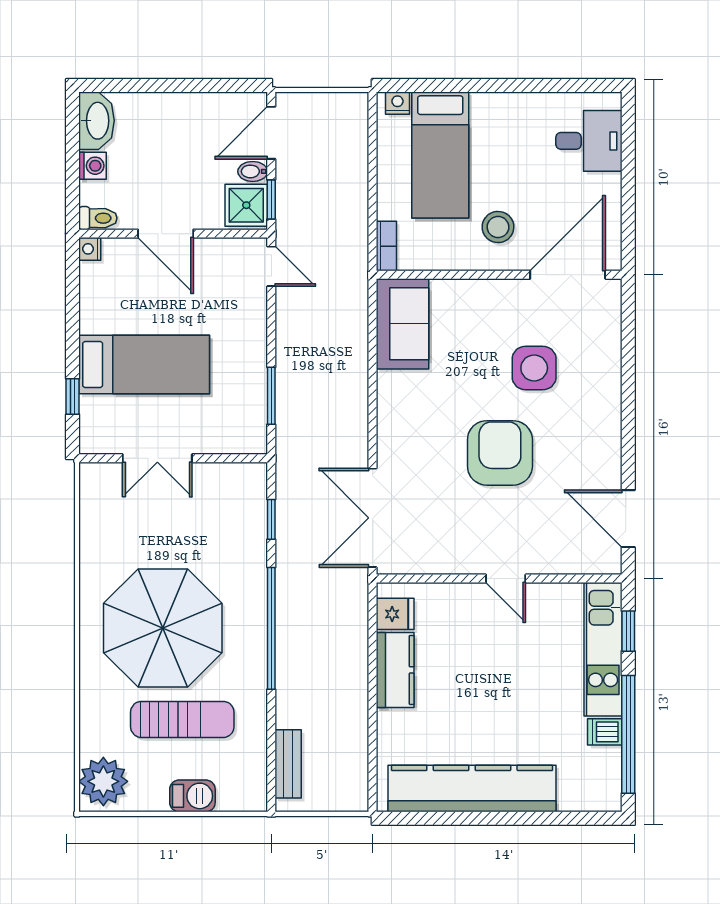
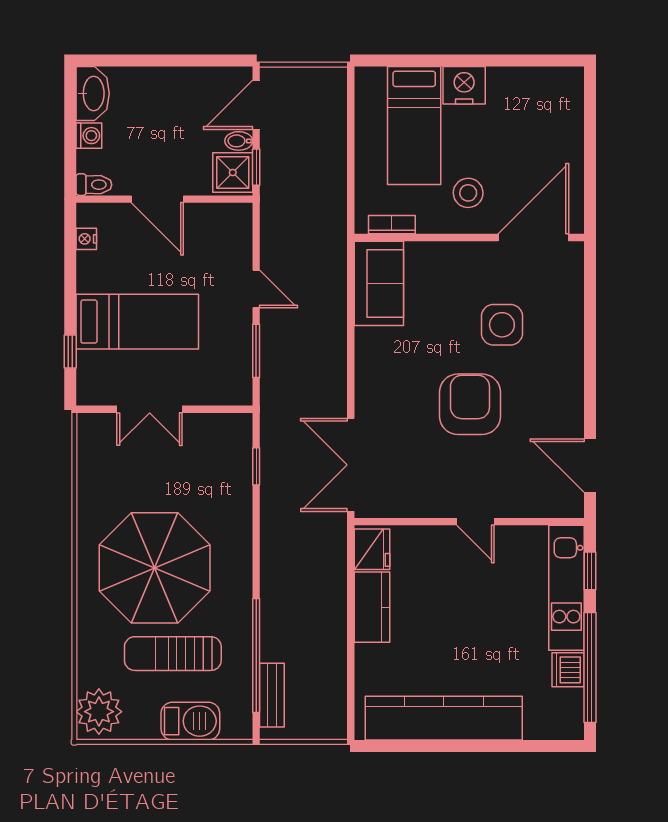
nightstand: (397, 103) -> (464, 85), moved, width x1.89, depth x1.79
desk: (589, 141) -> (553, 112), removed
bookcase: (386, 246) -> (392, 225), moved, turned -90
nightstand: (90, 249) -> (86, 239), moved
door: (271, 266) -> (256, 289), moved
fridge: (395, 614) -> (372, 549), width x1.38
window: (271, 628) -> (256, 655), moved
sun lounger: (182, 719) -> (173, 654), turned 180
dishwasher: (605, 732) -> (568, 670), width x1.38
barbecue: (192, 796) -> (190, 721), width x1.38, depth x1.27

